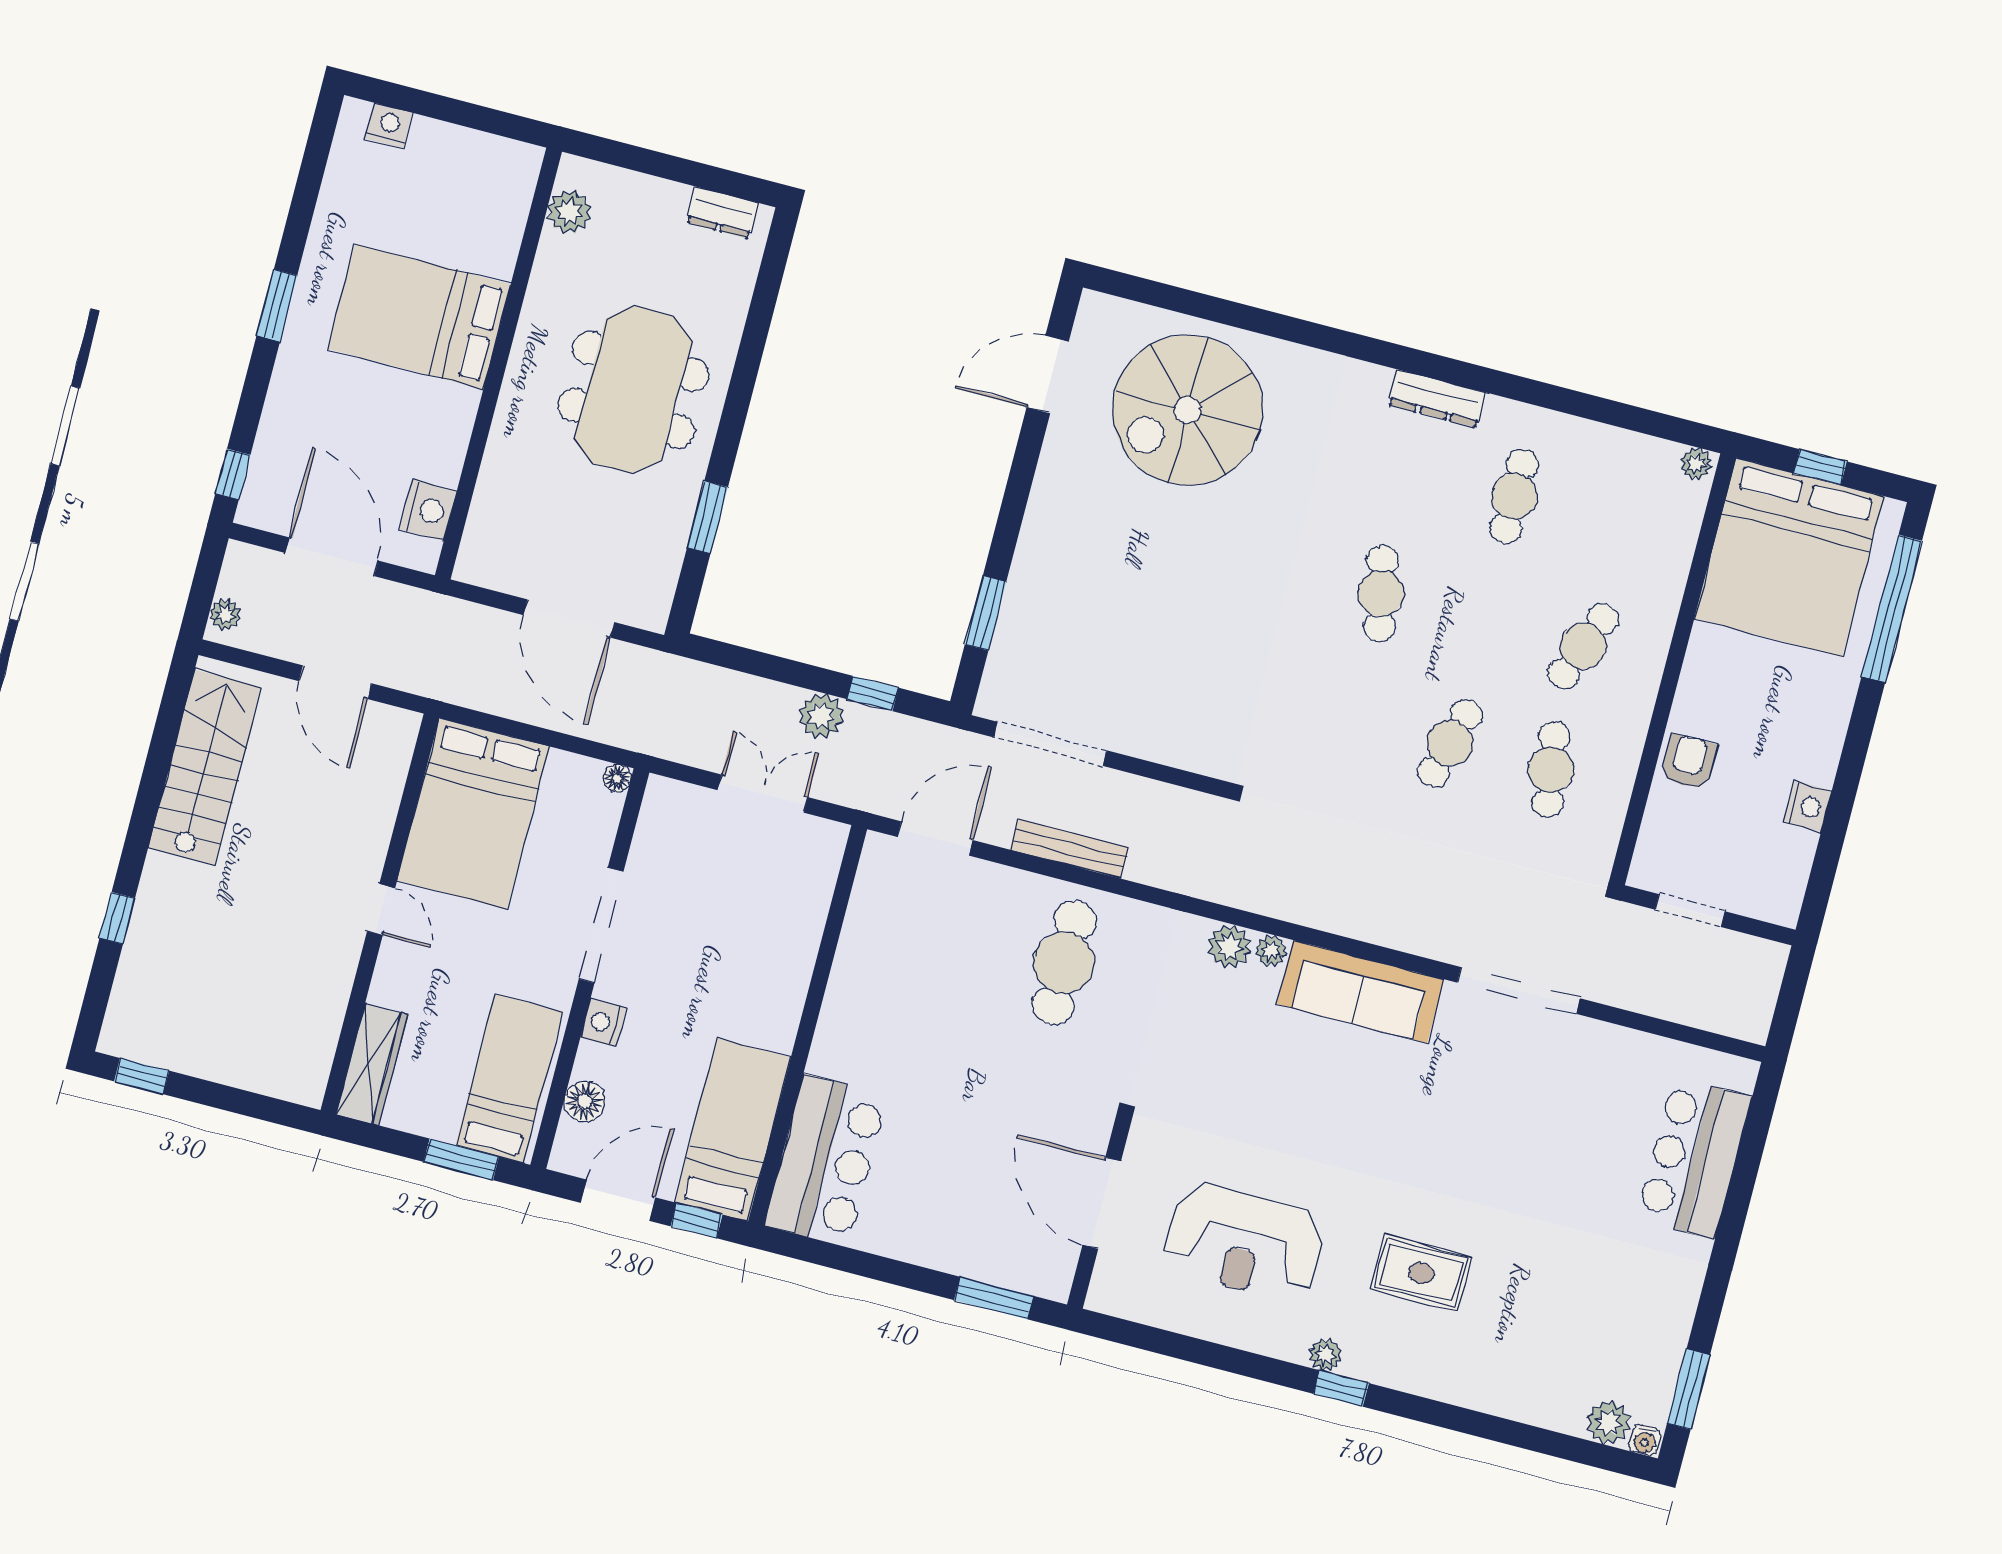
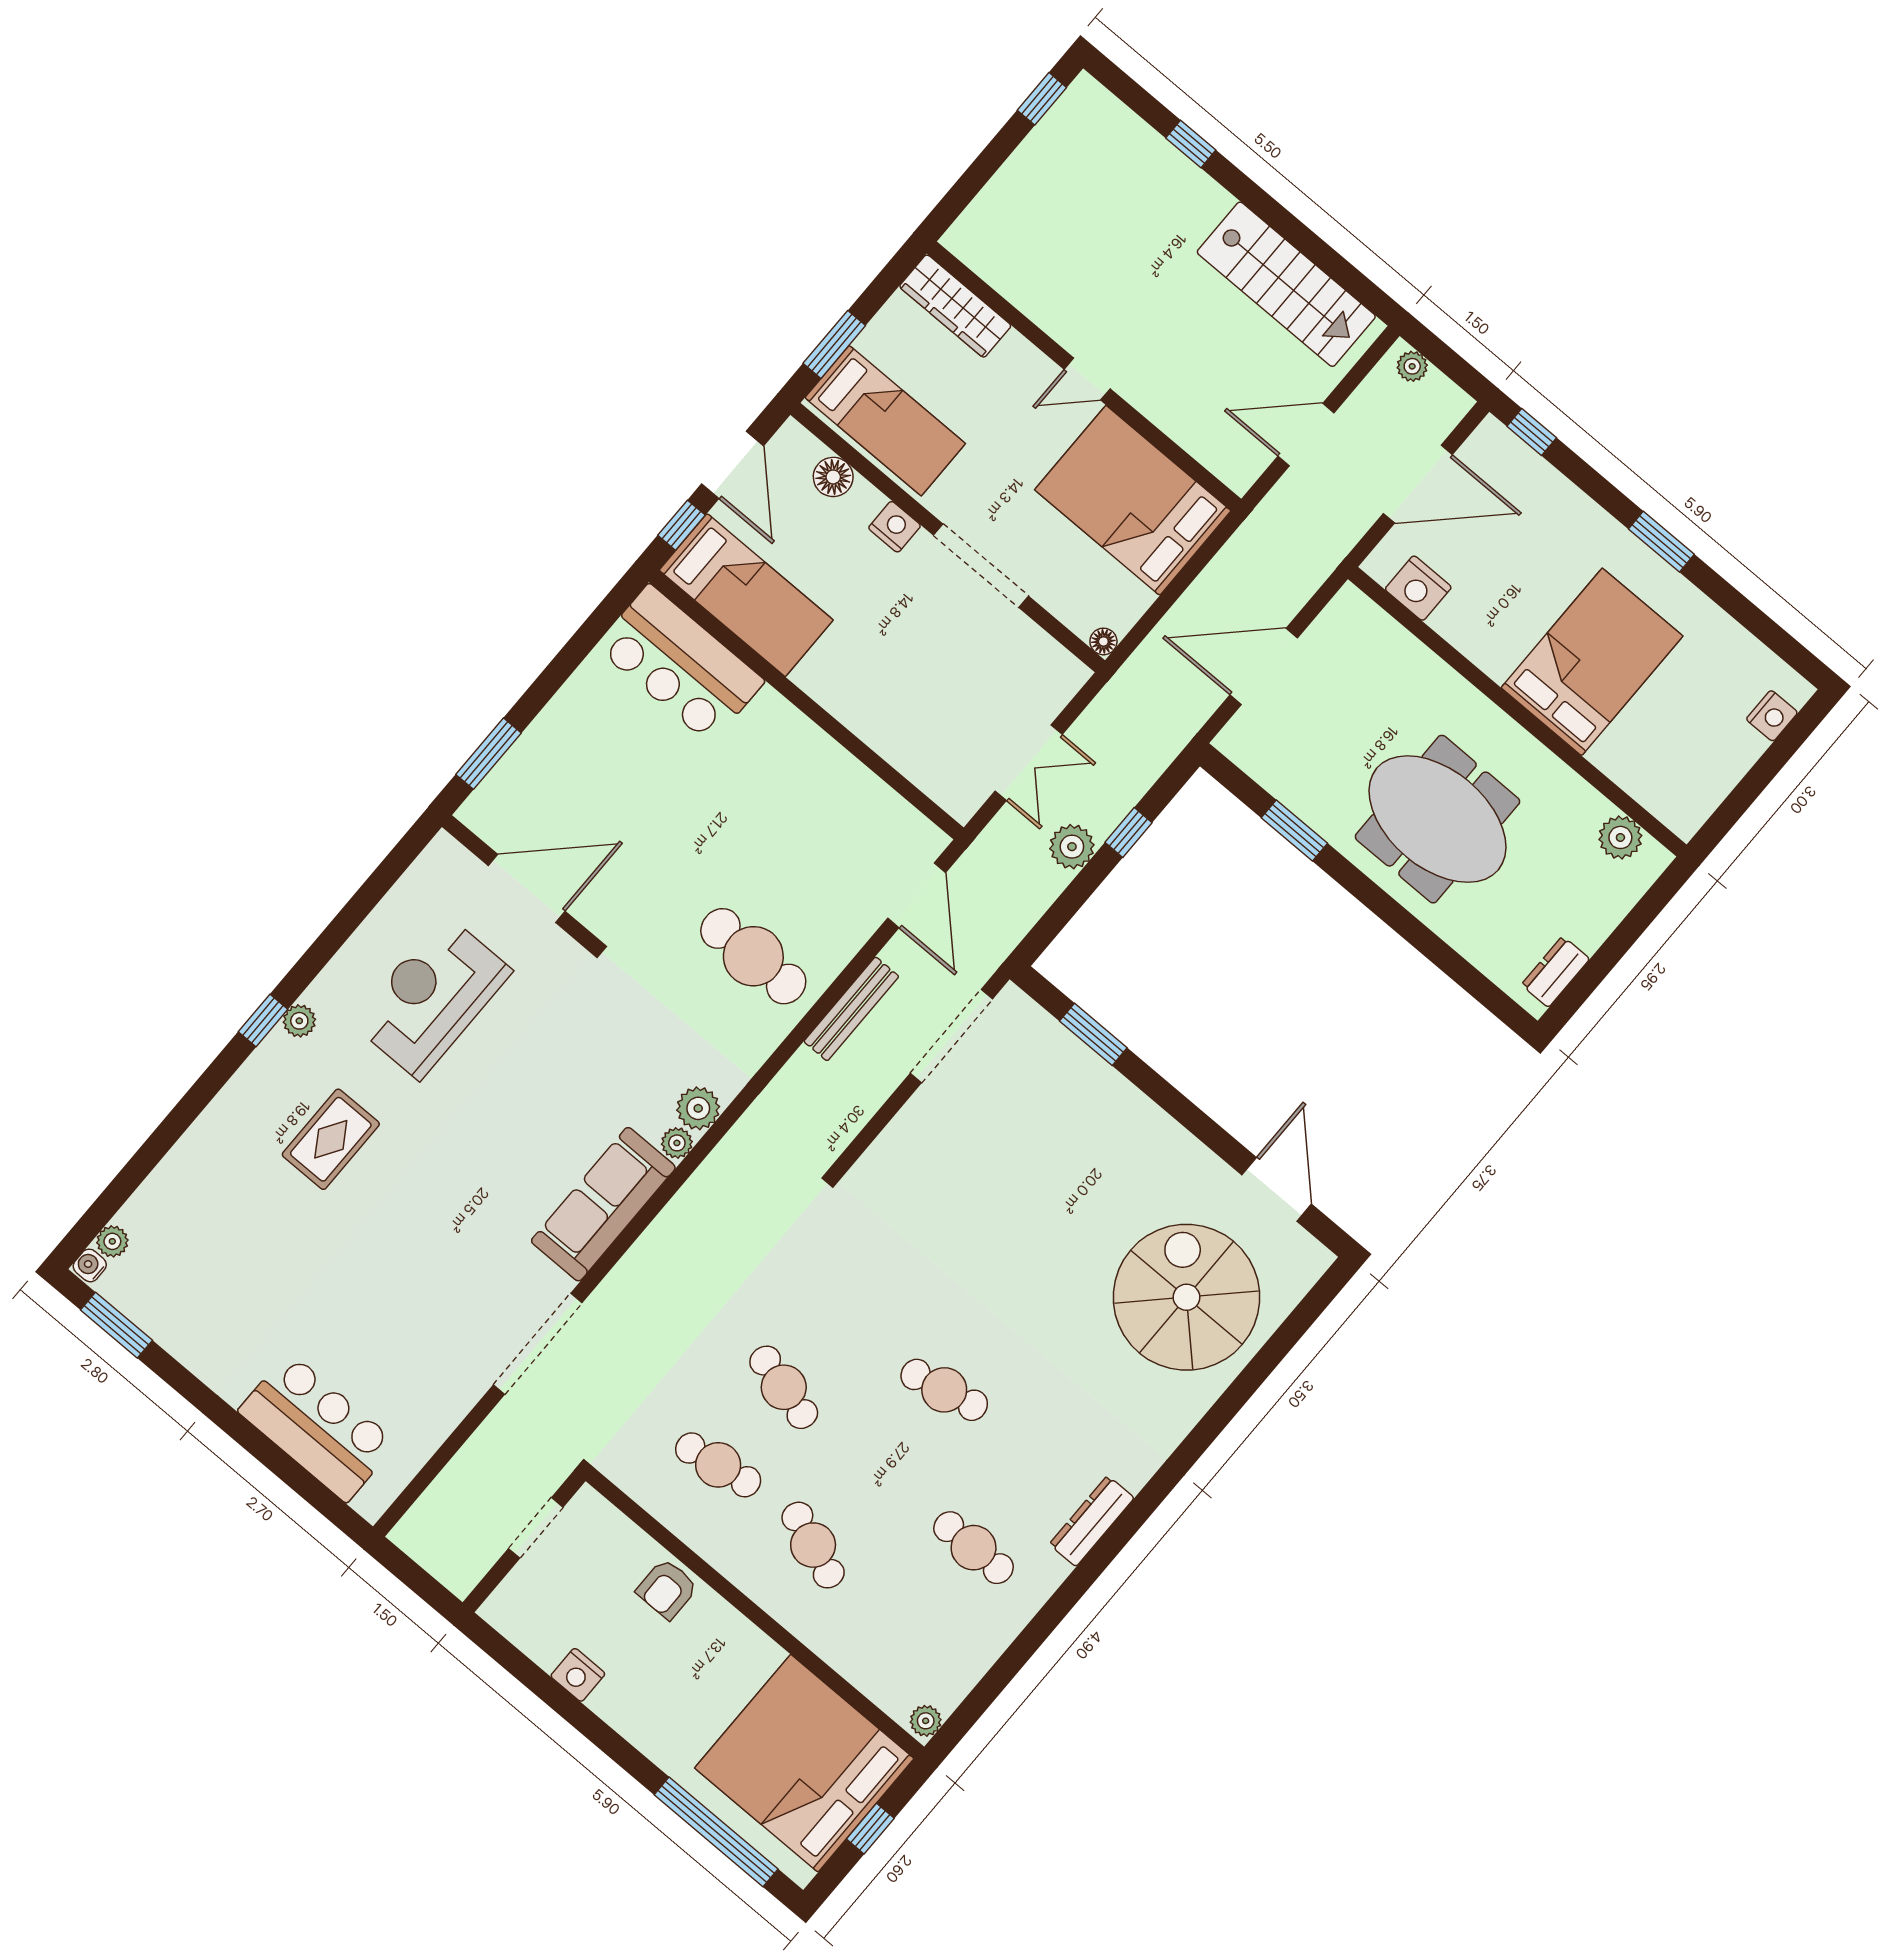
window: (873, 693) -> (1128, 832), moved
armchair: (1688, 762) -> (667, 1589), turned 90
plant: (1608, 1423) -> (112, 1241), width x0.73, depth x0.73

